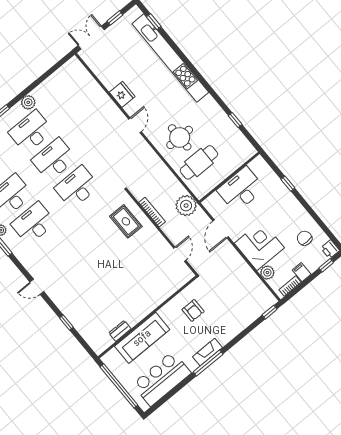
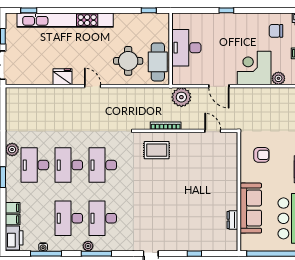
wall: (229, 177) -> (171, 49), moved
desk: (241, 189) -> (186, 48), moved

